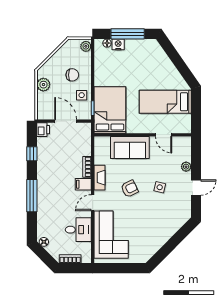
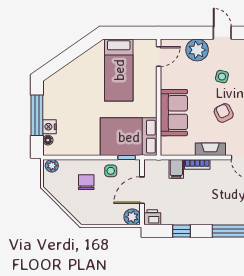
plant: (43, 85) -> (132, 217), moved
door: (164, 135) -> (159, 56), moved
plant: (186, 167) -> (197, 50), width x1.87, depth x1.87
filing cabinet: (83, 184) -> (176, 169), moved

